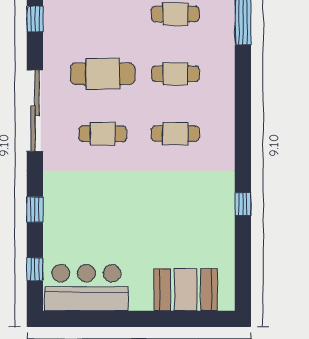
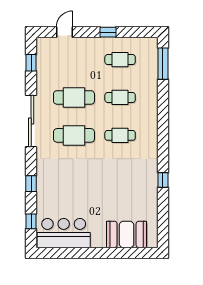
cafe table: (103, 134) -> (74, 135), width x1.37, depth x1.35

